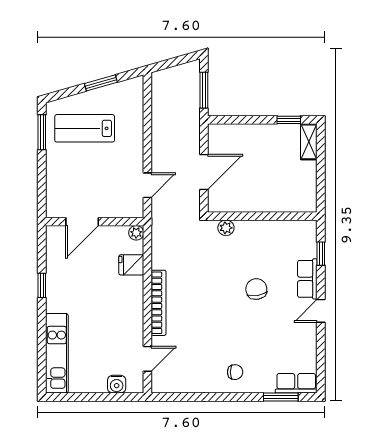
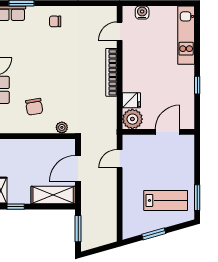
shelving: (238, 136) -> (53, 195), added
plant: (136, 233) -> (132, 119), width x1.87, depth x1.87
chair: (256, 289) -> (34, 107), moved

